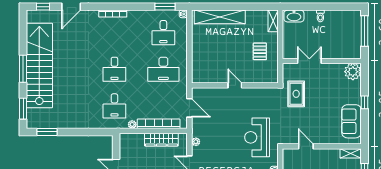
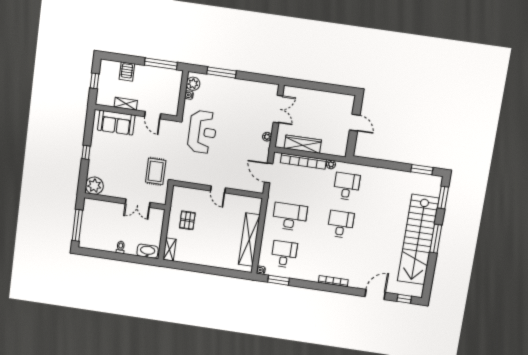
shelving: (220, 17) -> (249, 240), moved, turned 90
sofa: (352, 121) -> (116, 123), moved, turned 90
shelving: (351, 153) -> (126, 104), moved

